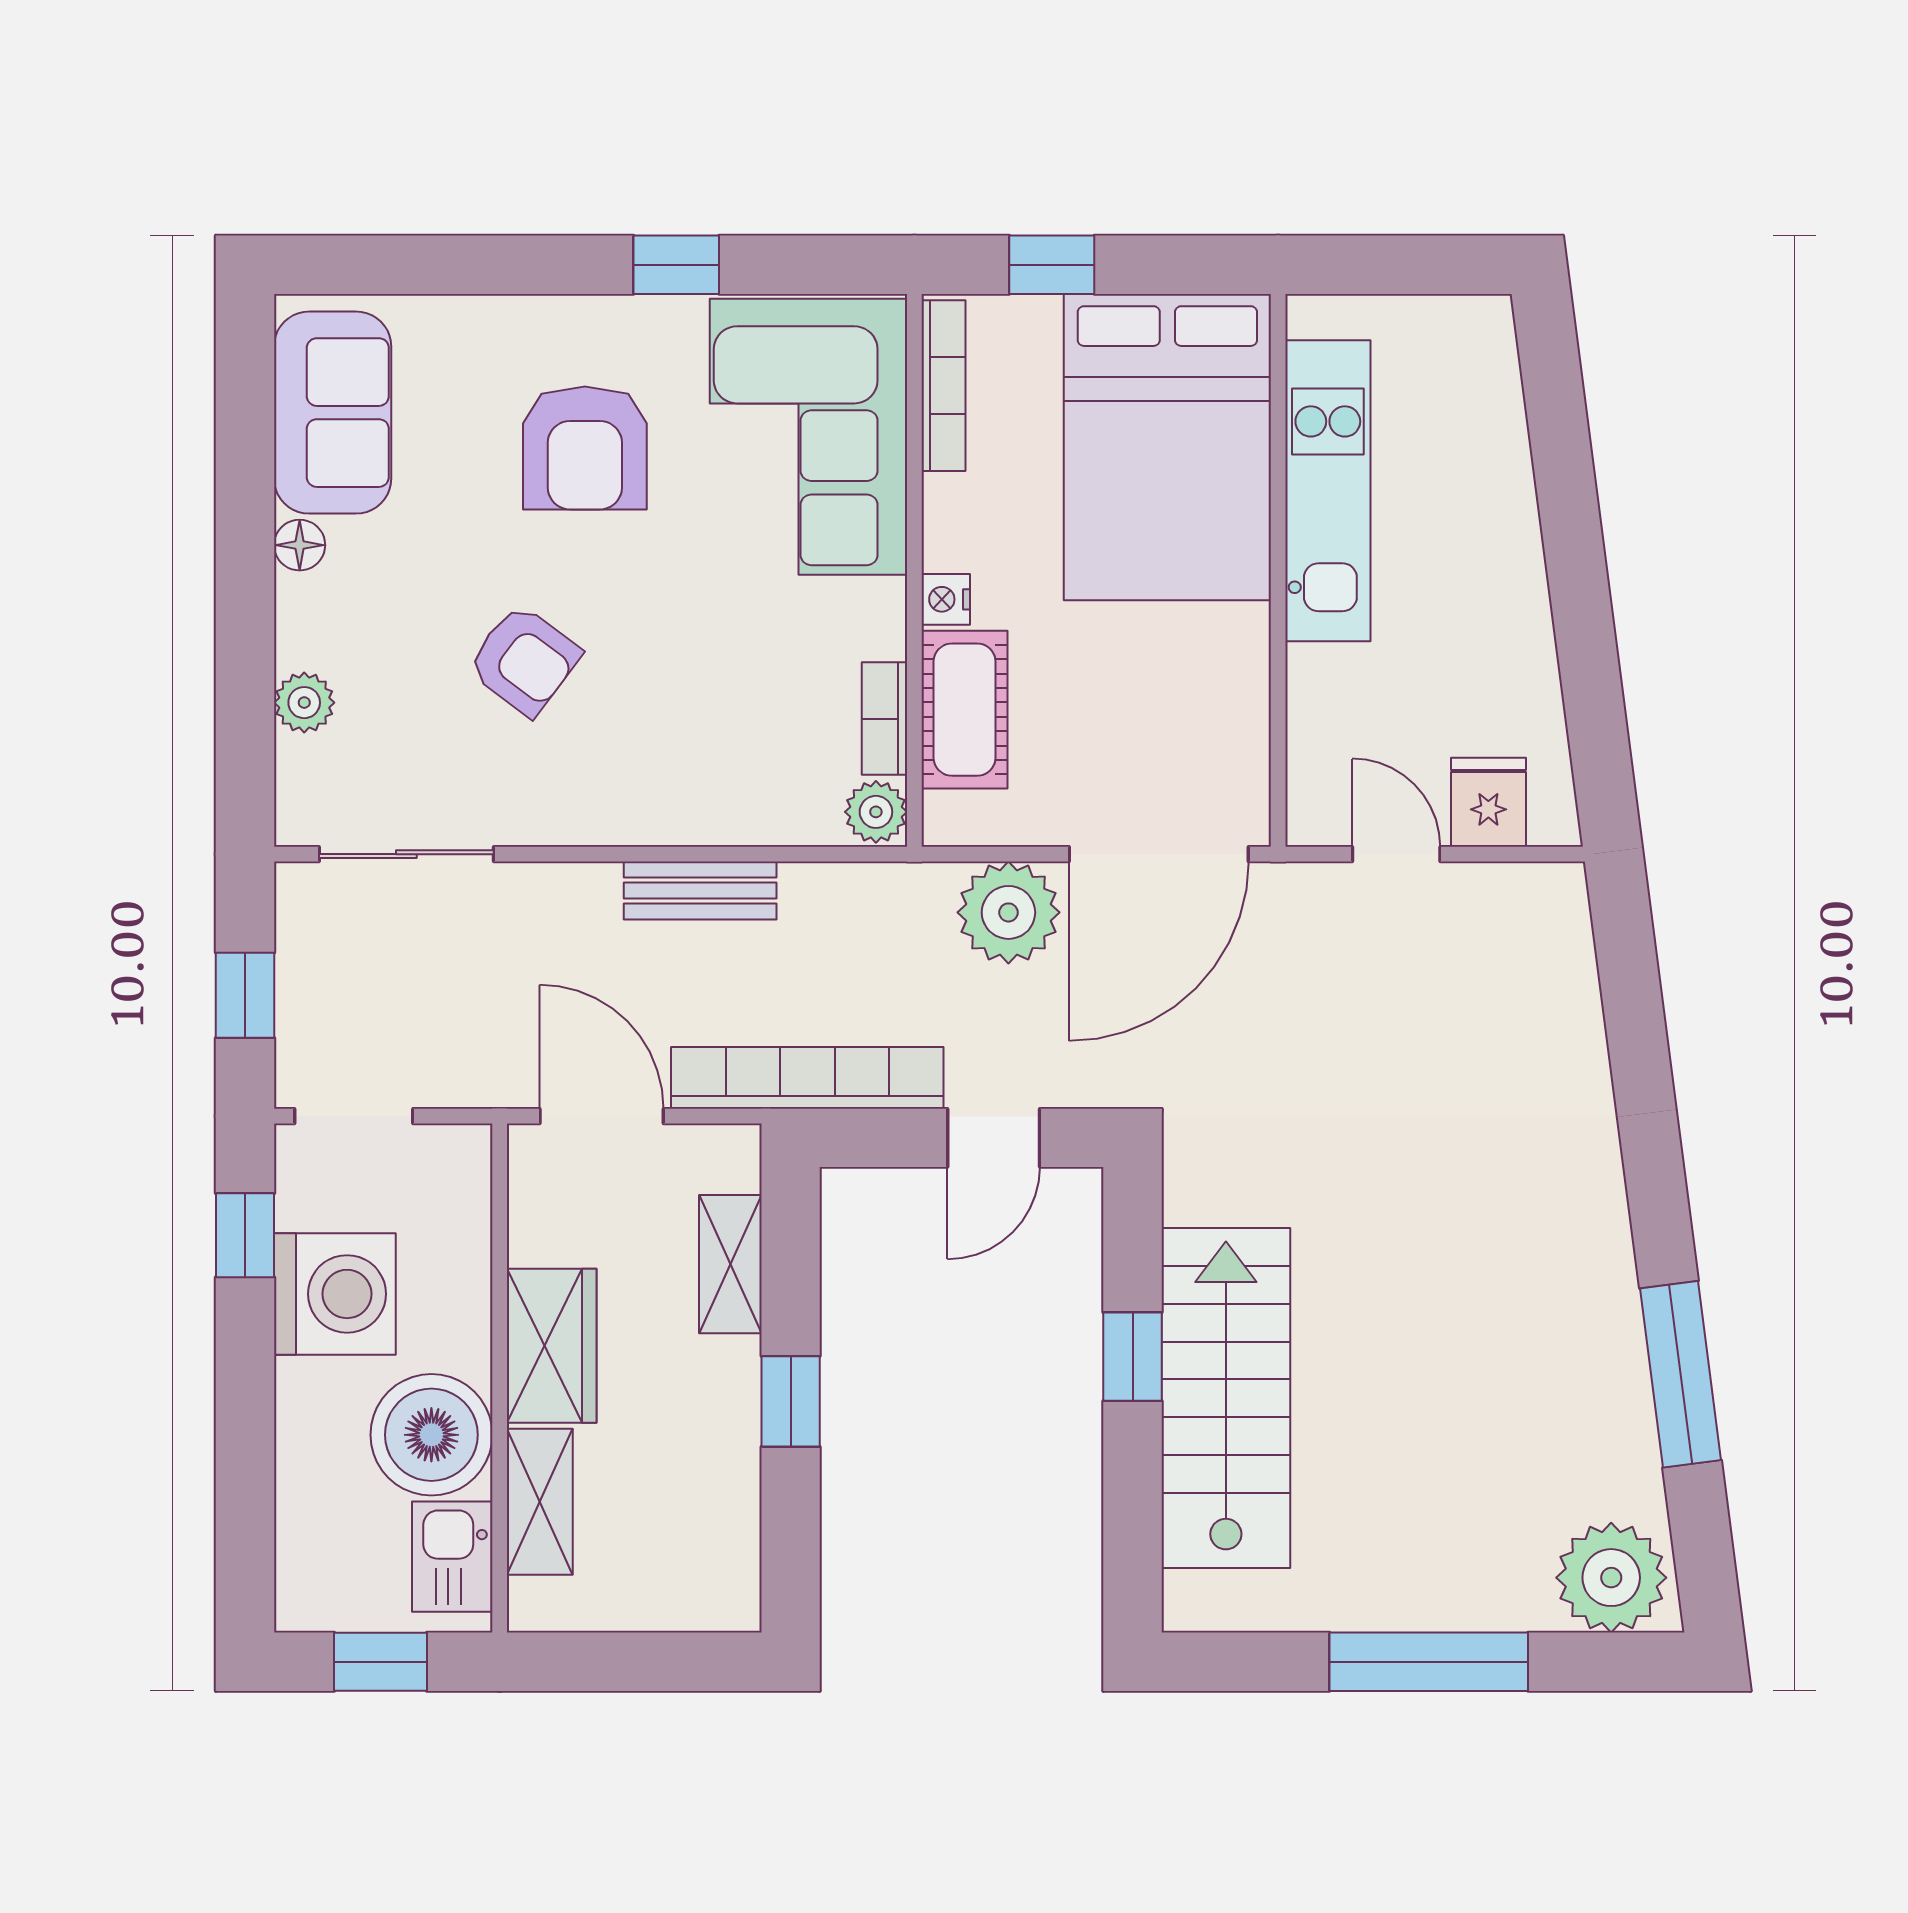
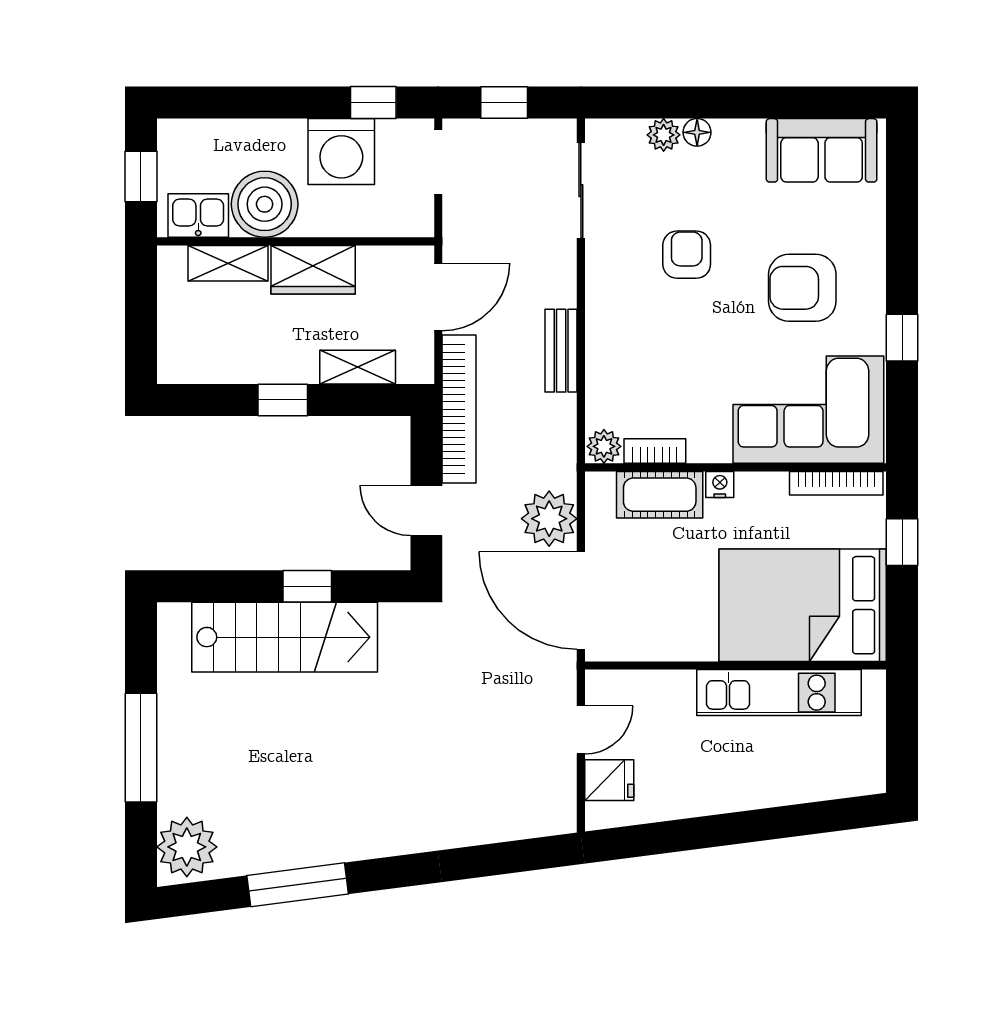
floor lamp: (300, 545) -> (697, 132), moved
armchair: (524, 660) -> (687, 255), turned 143

